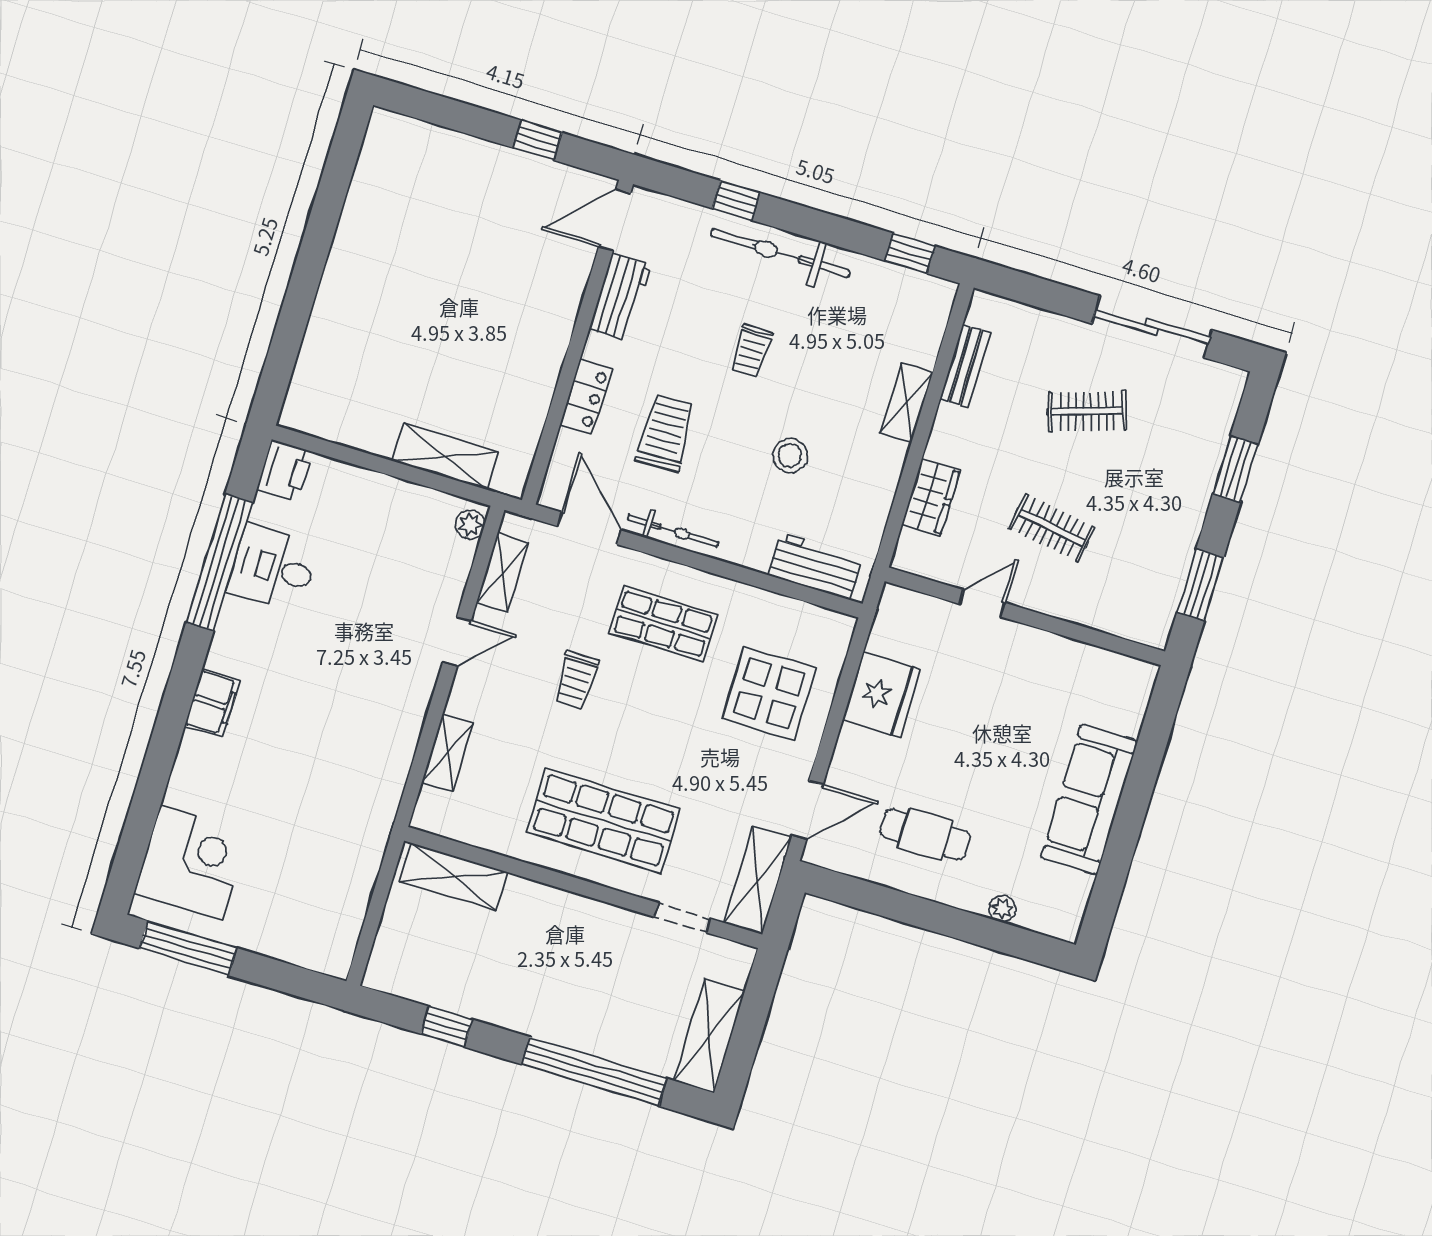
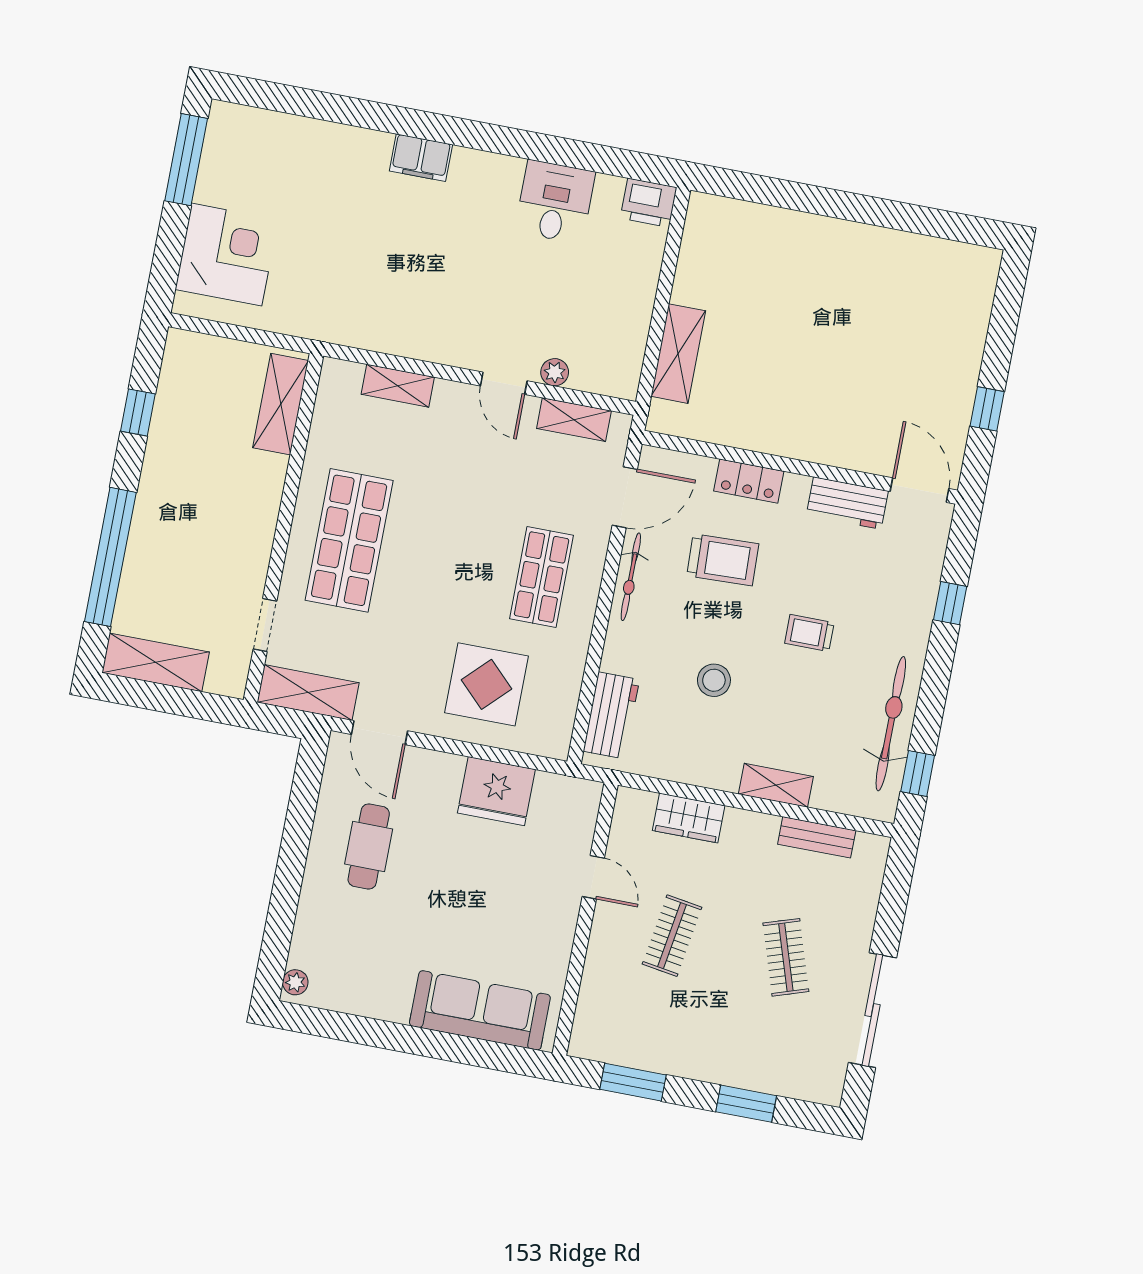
bicycle: (780, 253) -> (891, 724), moved
plant: (470, 525) -> (555, 372), moved
window: (219, 562) -> (555, 150), removed
trolley: (576, 680) -> (479, 500), removed
sofa: (1089, 800) -> (480, 1010), moved
corner desk: (191, 863) -> (227, 255), moved, turned -90
plant: (1002, 909) -> (295, 982), moved

